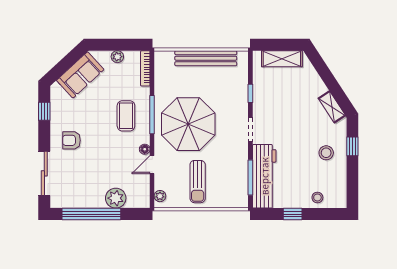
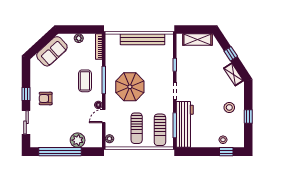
window: (328, 78) -> (231, 54), added
window: (44, 111) -> (26, 94), moved
parasol: (188, 124) -> (130, 87), width x0.73, depth x0.73
window: (352, 146) -> (248, 117), moved
sliding door: (44, 173) -> (26, 122), width x0.73
sun lounger: (230, 184) -> (160, 130), added
window: (293, 214) -> (226, 152), moved

